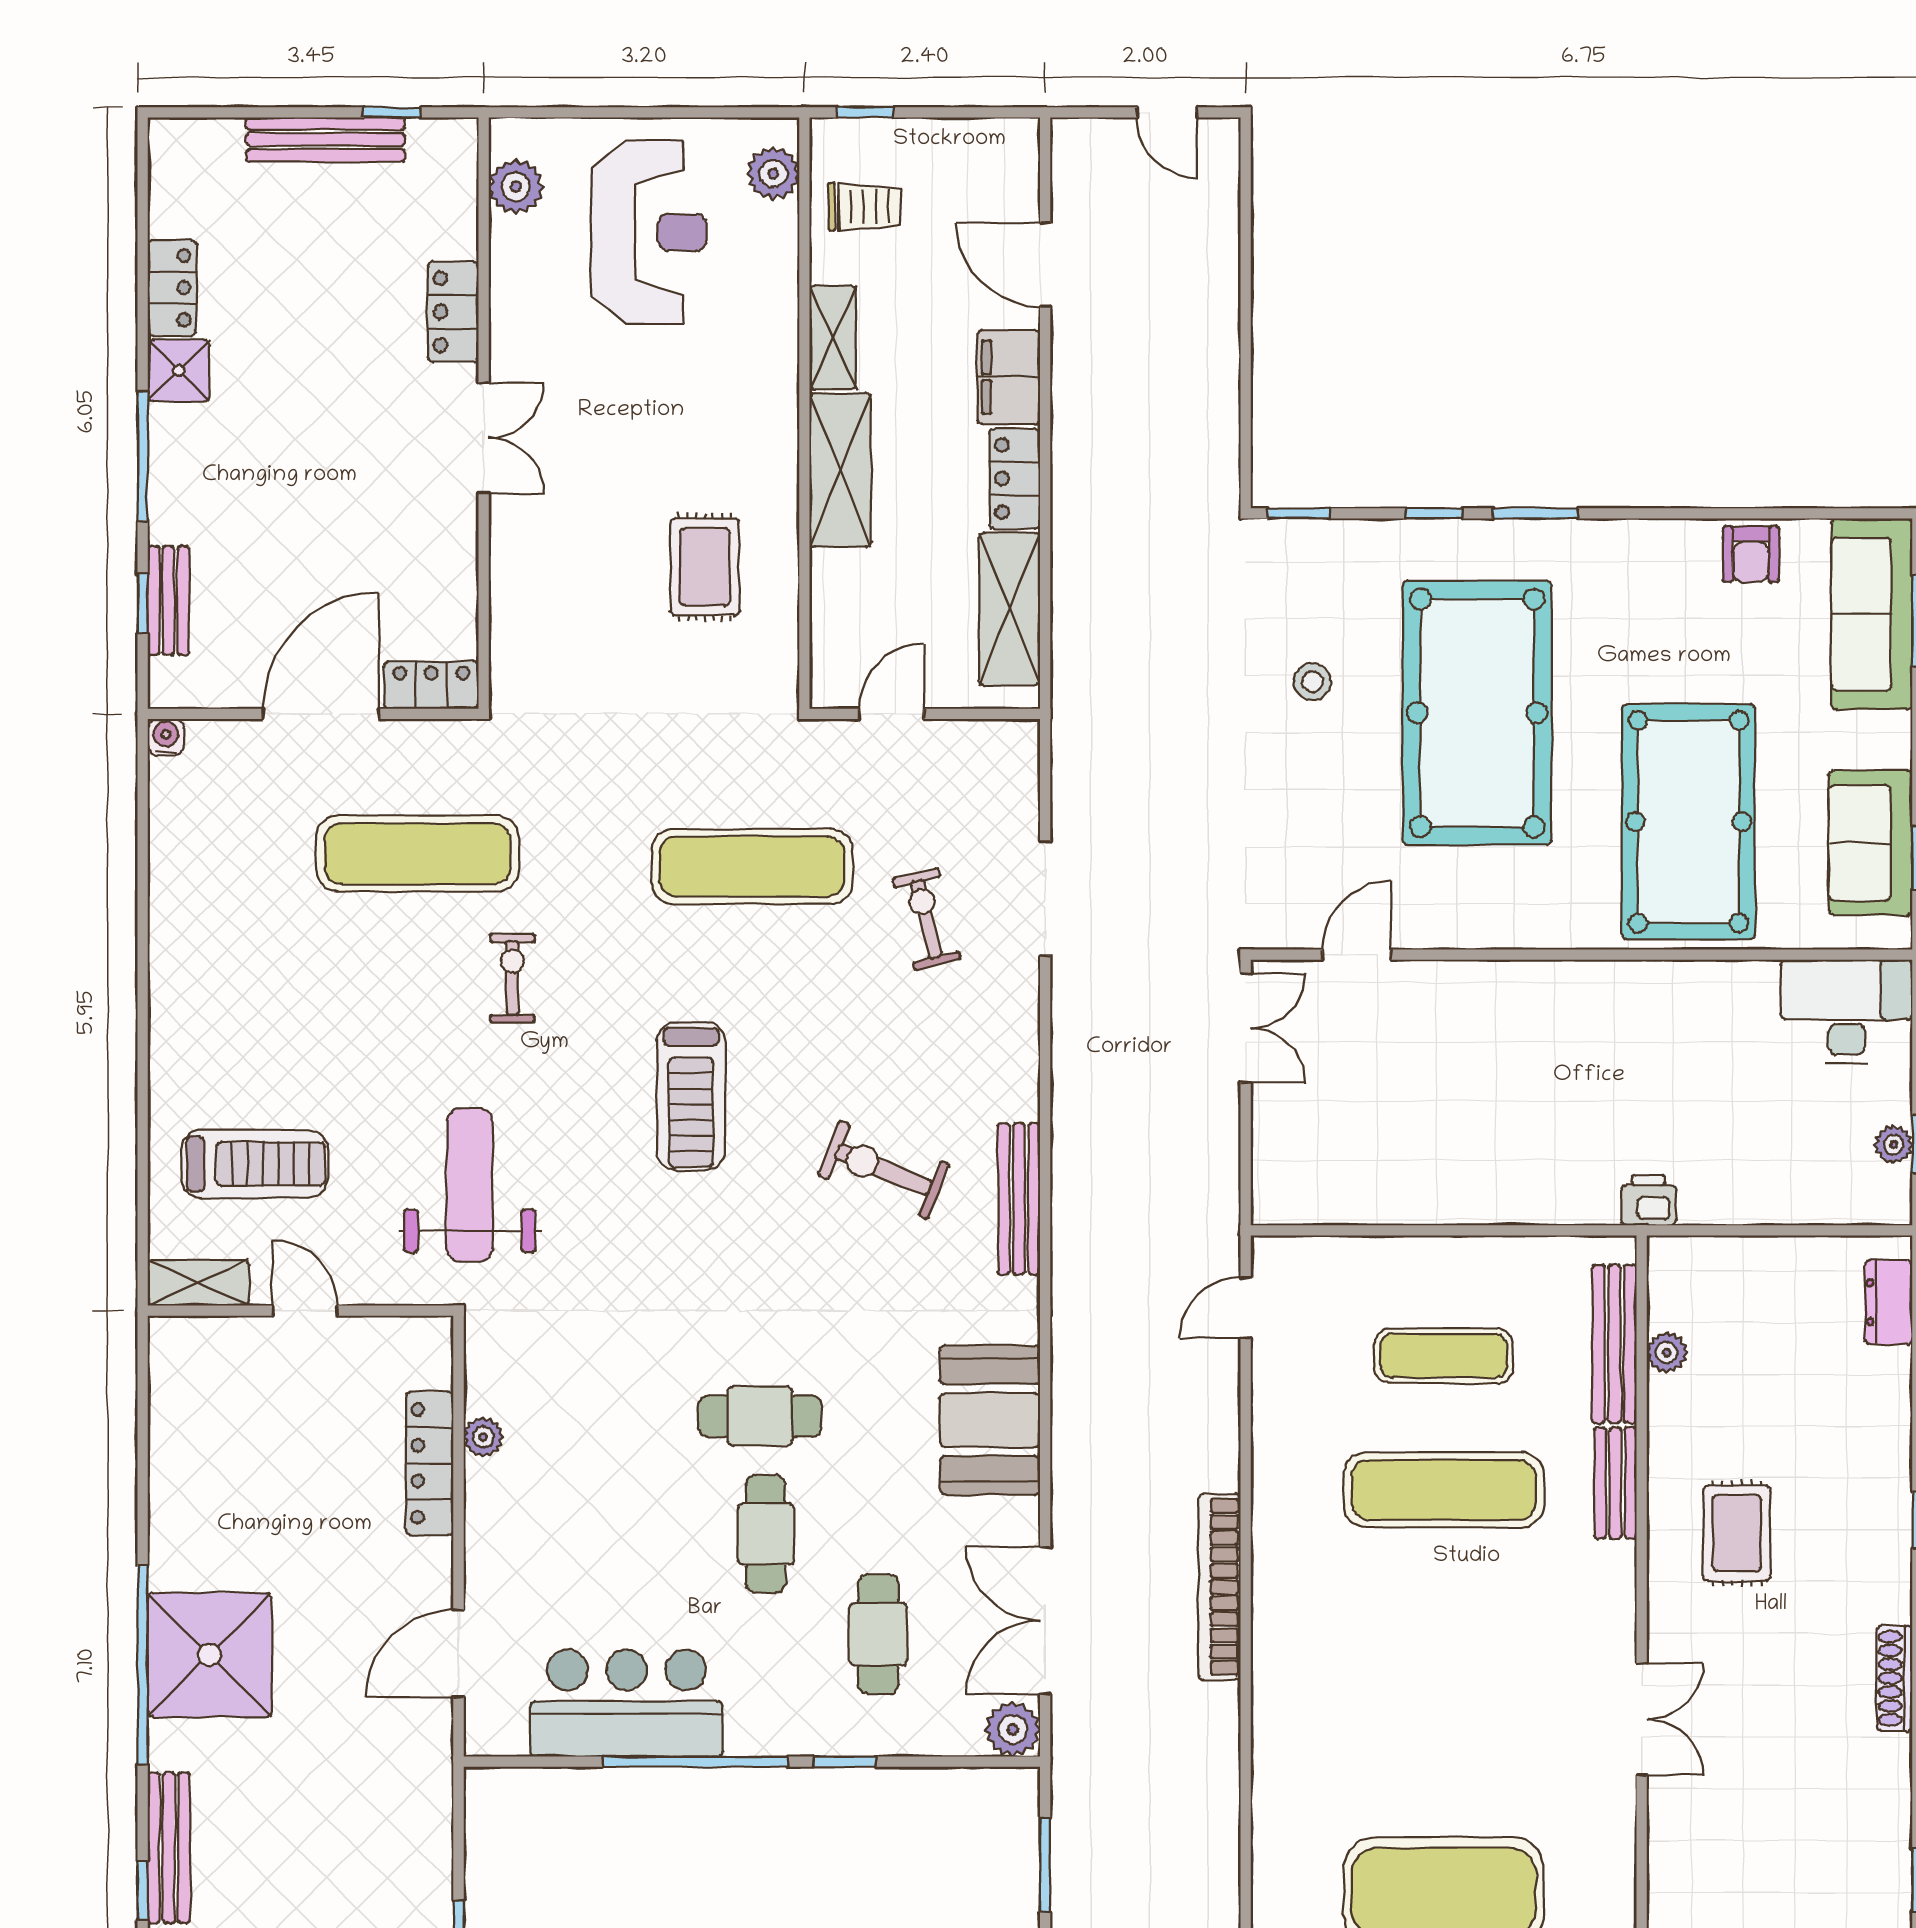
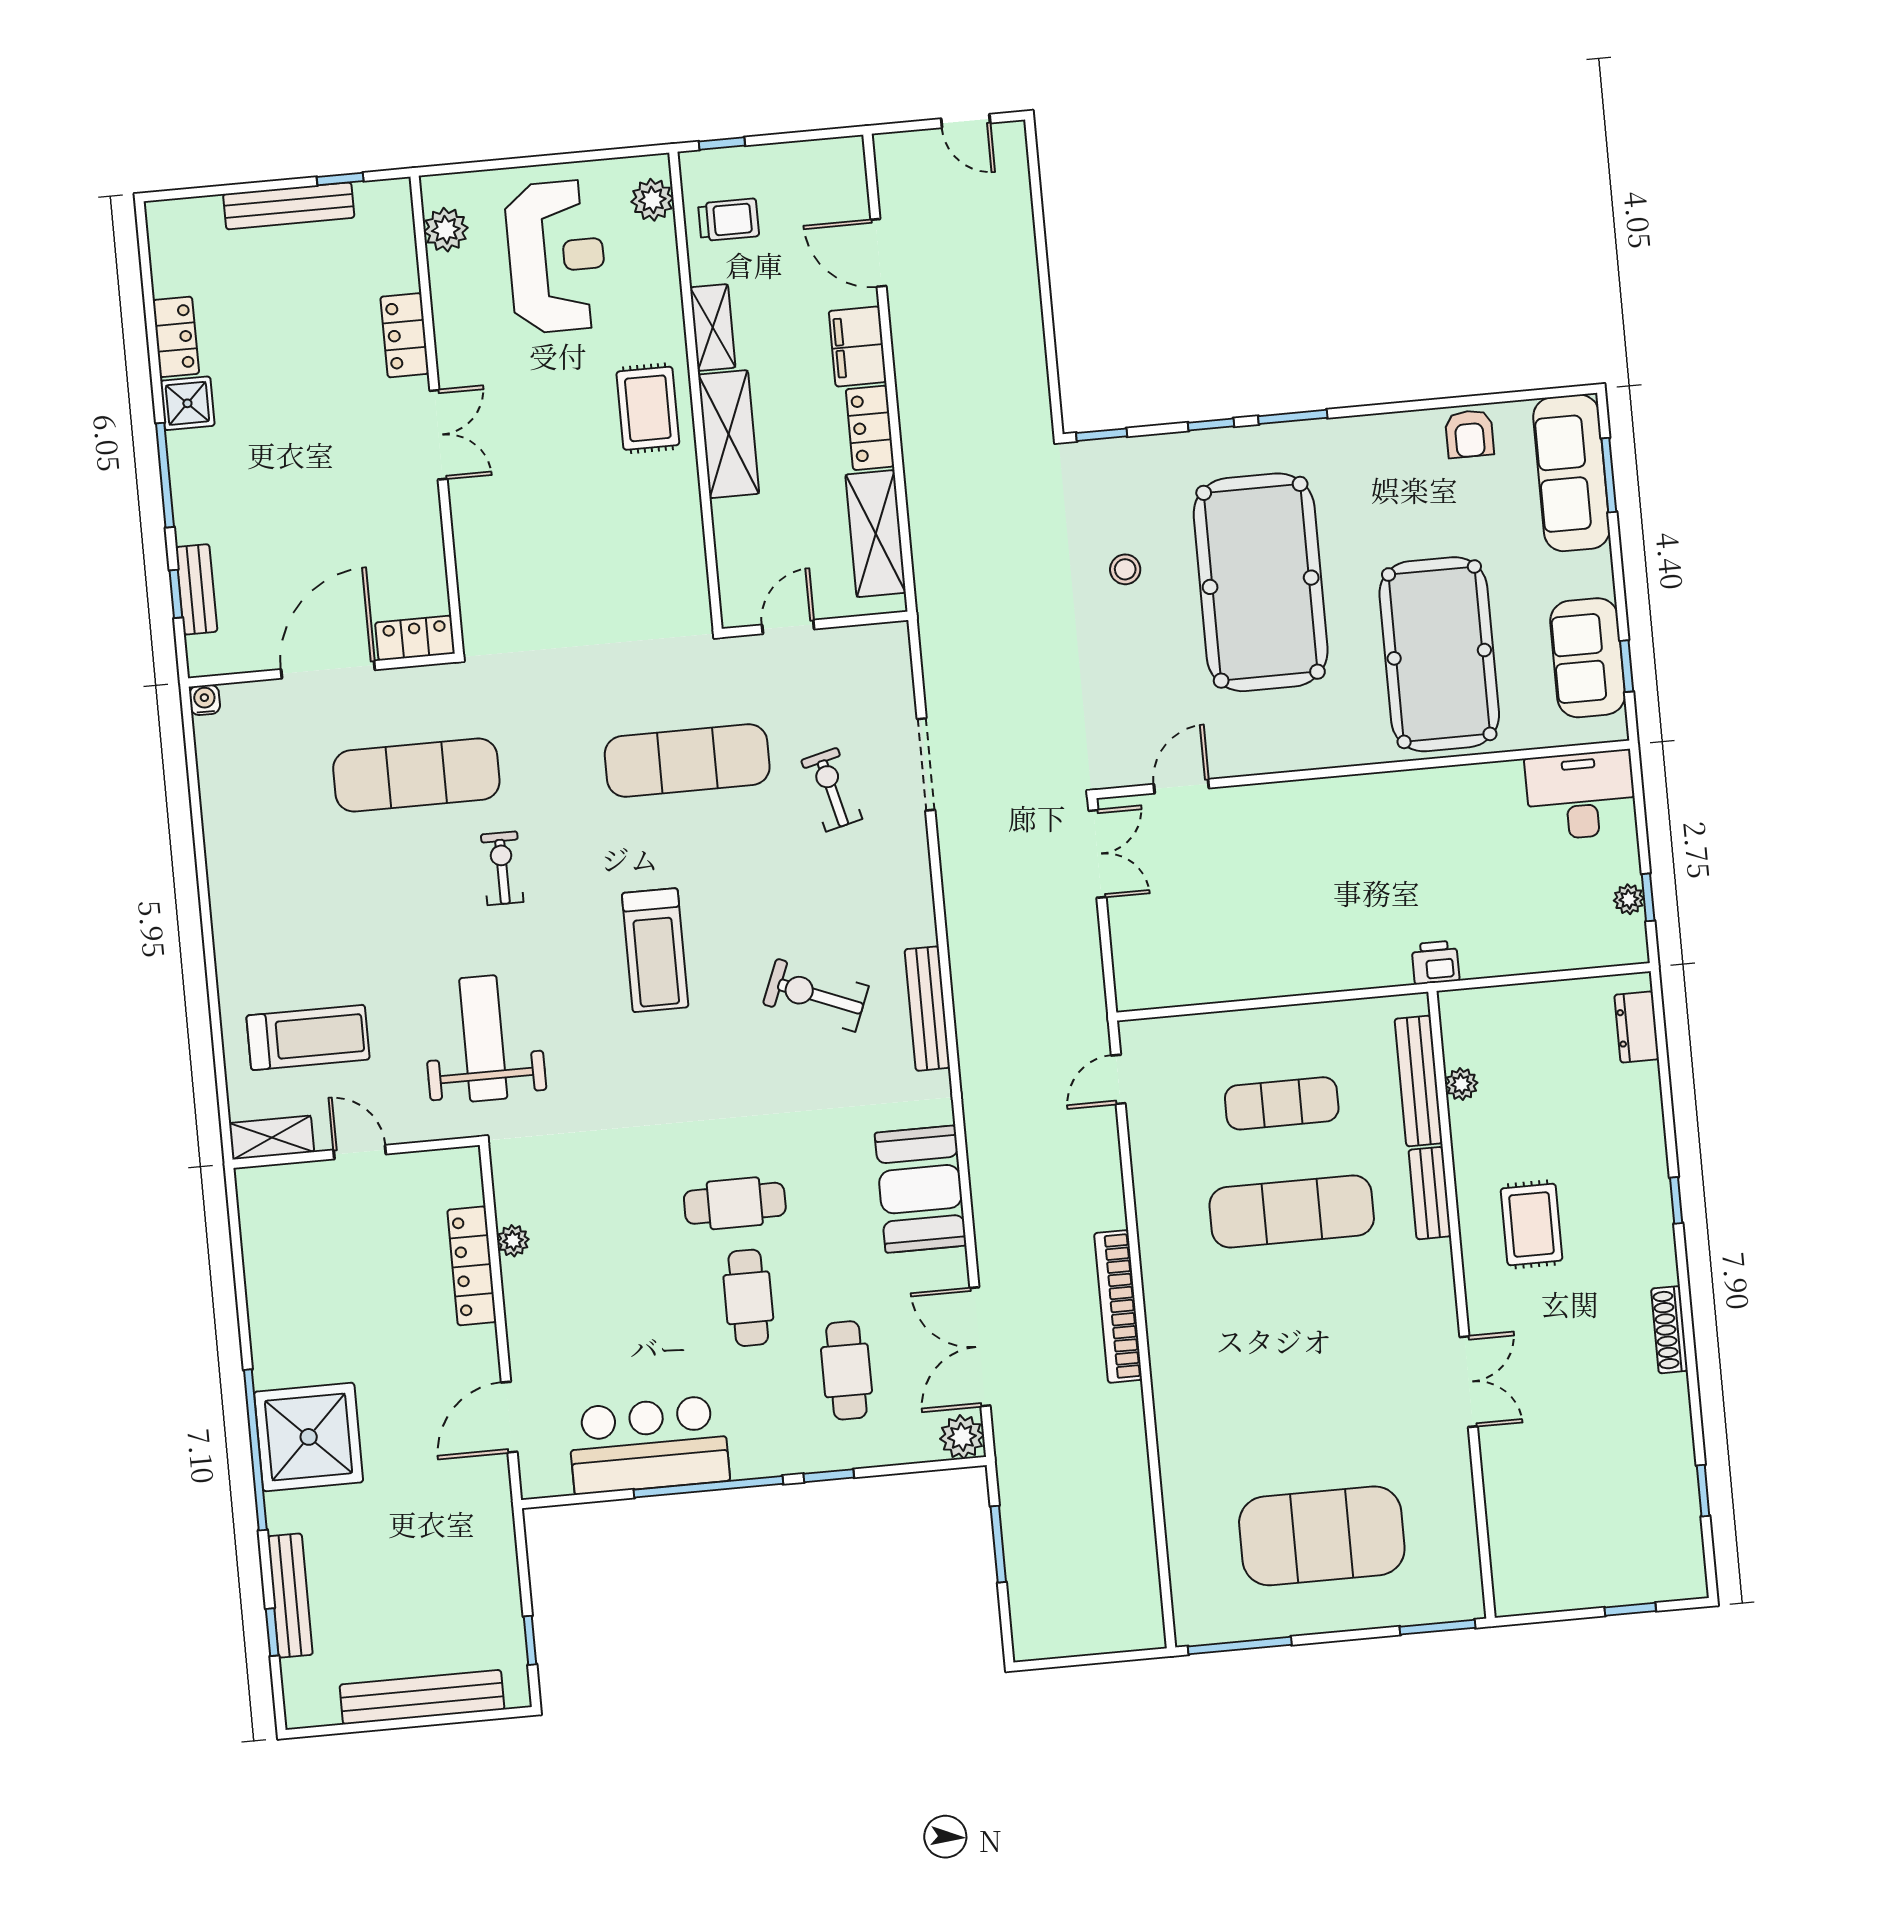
rug: (705, 567) -> (648, 408), moved

